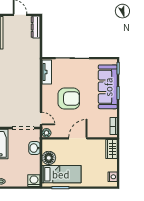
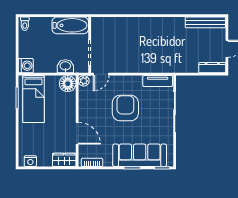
armchair: (69, 99) -> (125, 108), turned 180
door: (78, 138) -> (77, 133), moved
floor lamp: (49, 158) -> (68, 84), moved

